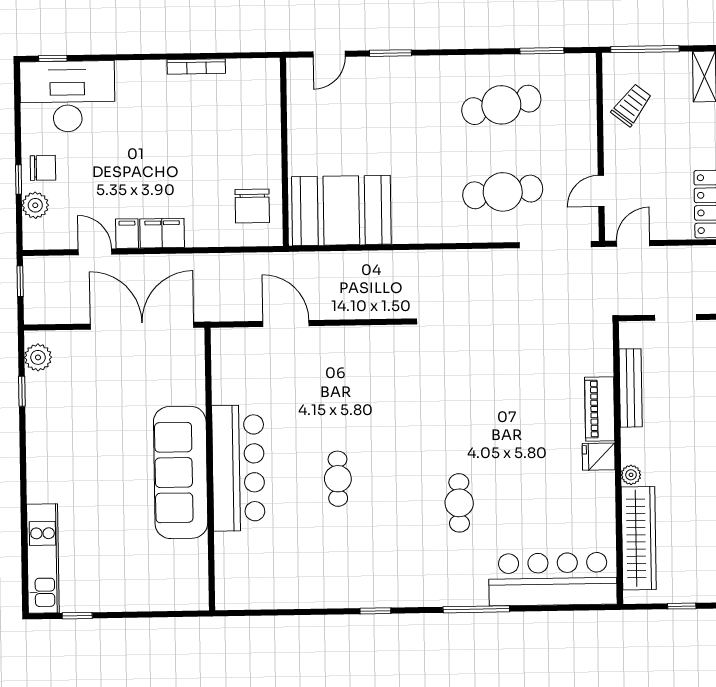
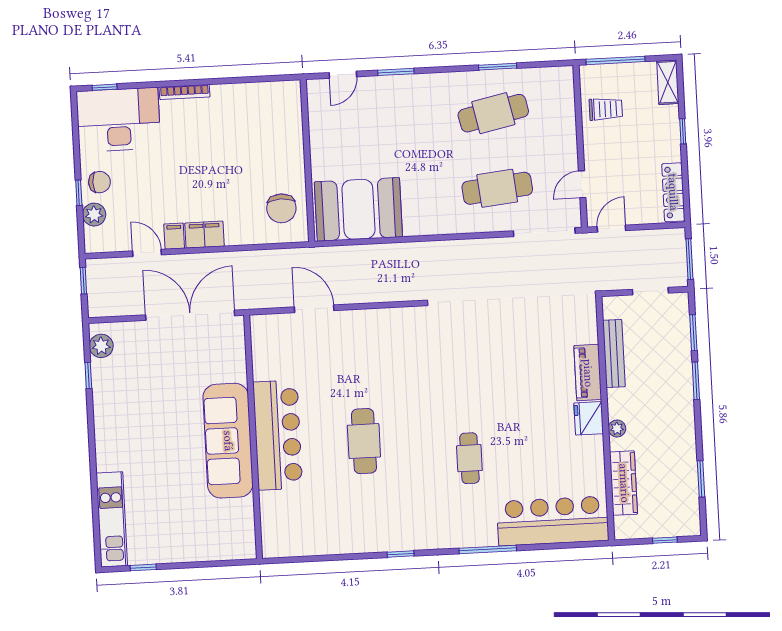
window: (542, 51) -> (498, 67), moved
bookcase: (196, 67) -> (185, 92), moved
trolley: (632, 105) -> (606, 109), turned 52
fridge: (599, 457) -> (589, 418), width x1.38
cafe table: (338, 479) -> (364, 441), width x1.37, depth x1.35
wardrobe: (639, 538) -> (624, 483), width x0.71, depth x0.85

